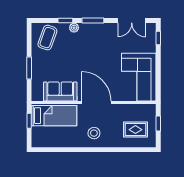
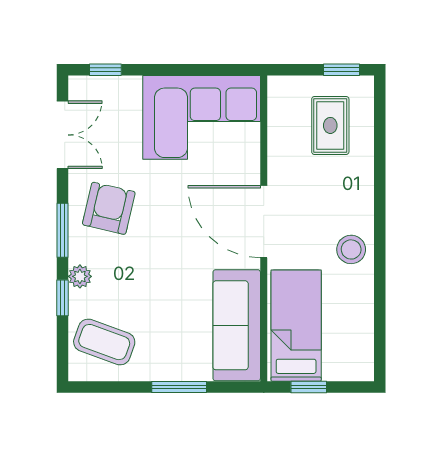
armchair: (102, 39) -> (109, 208), added
sofa: (60, 91) -> (237, 325), width x1.36
door: (96, 102) -> (264, 222), hinge flipped
window: (158, 124) -> (342, 70), moved
stool: (94, 133) -> (351, 249), moved

